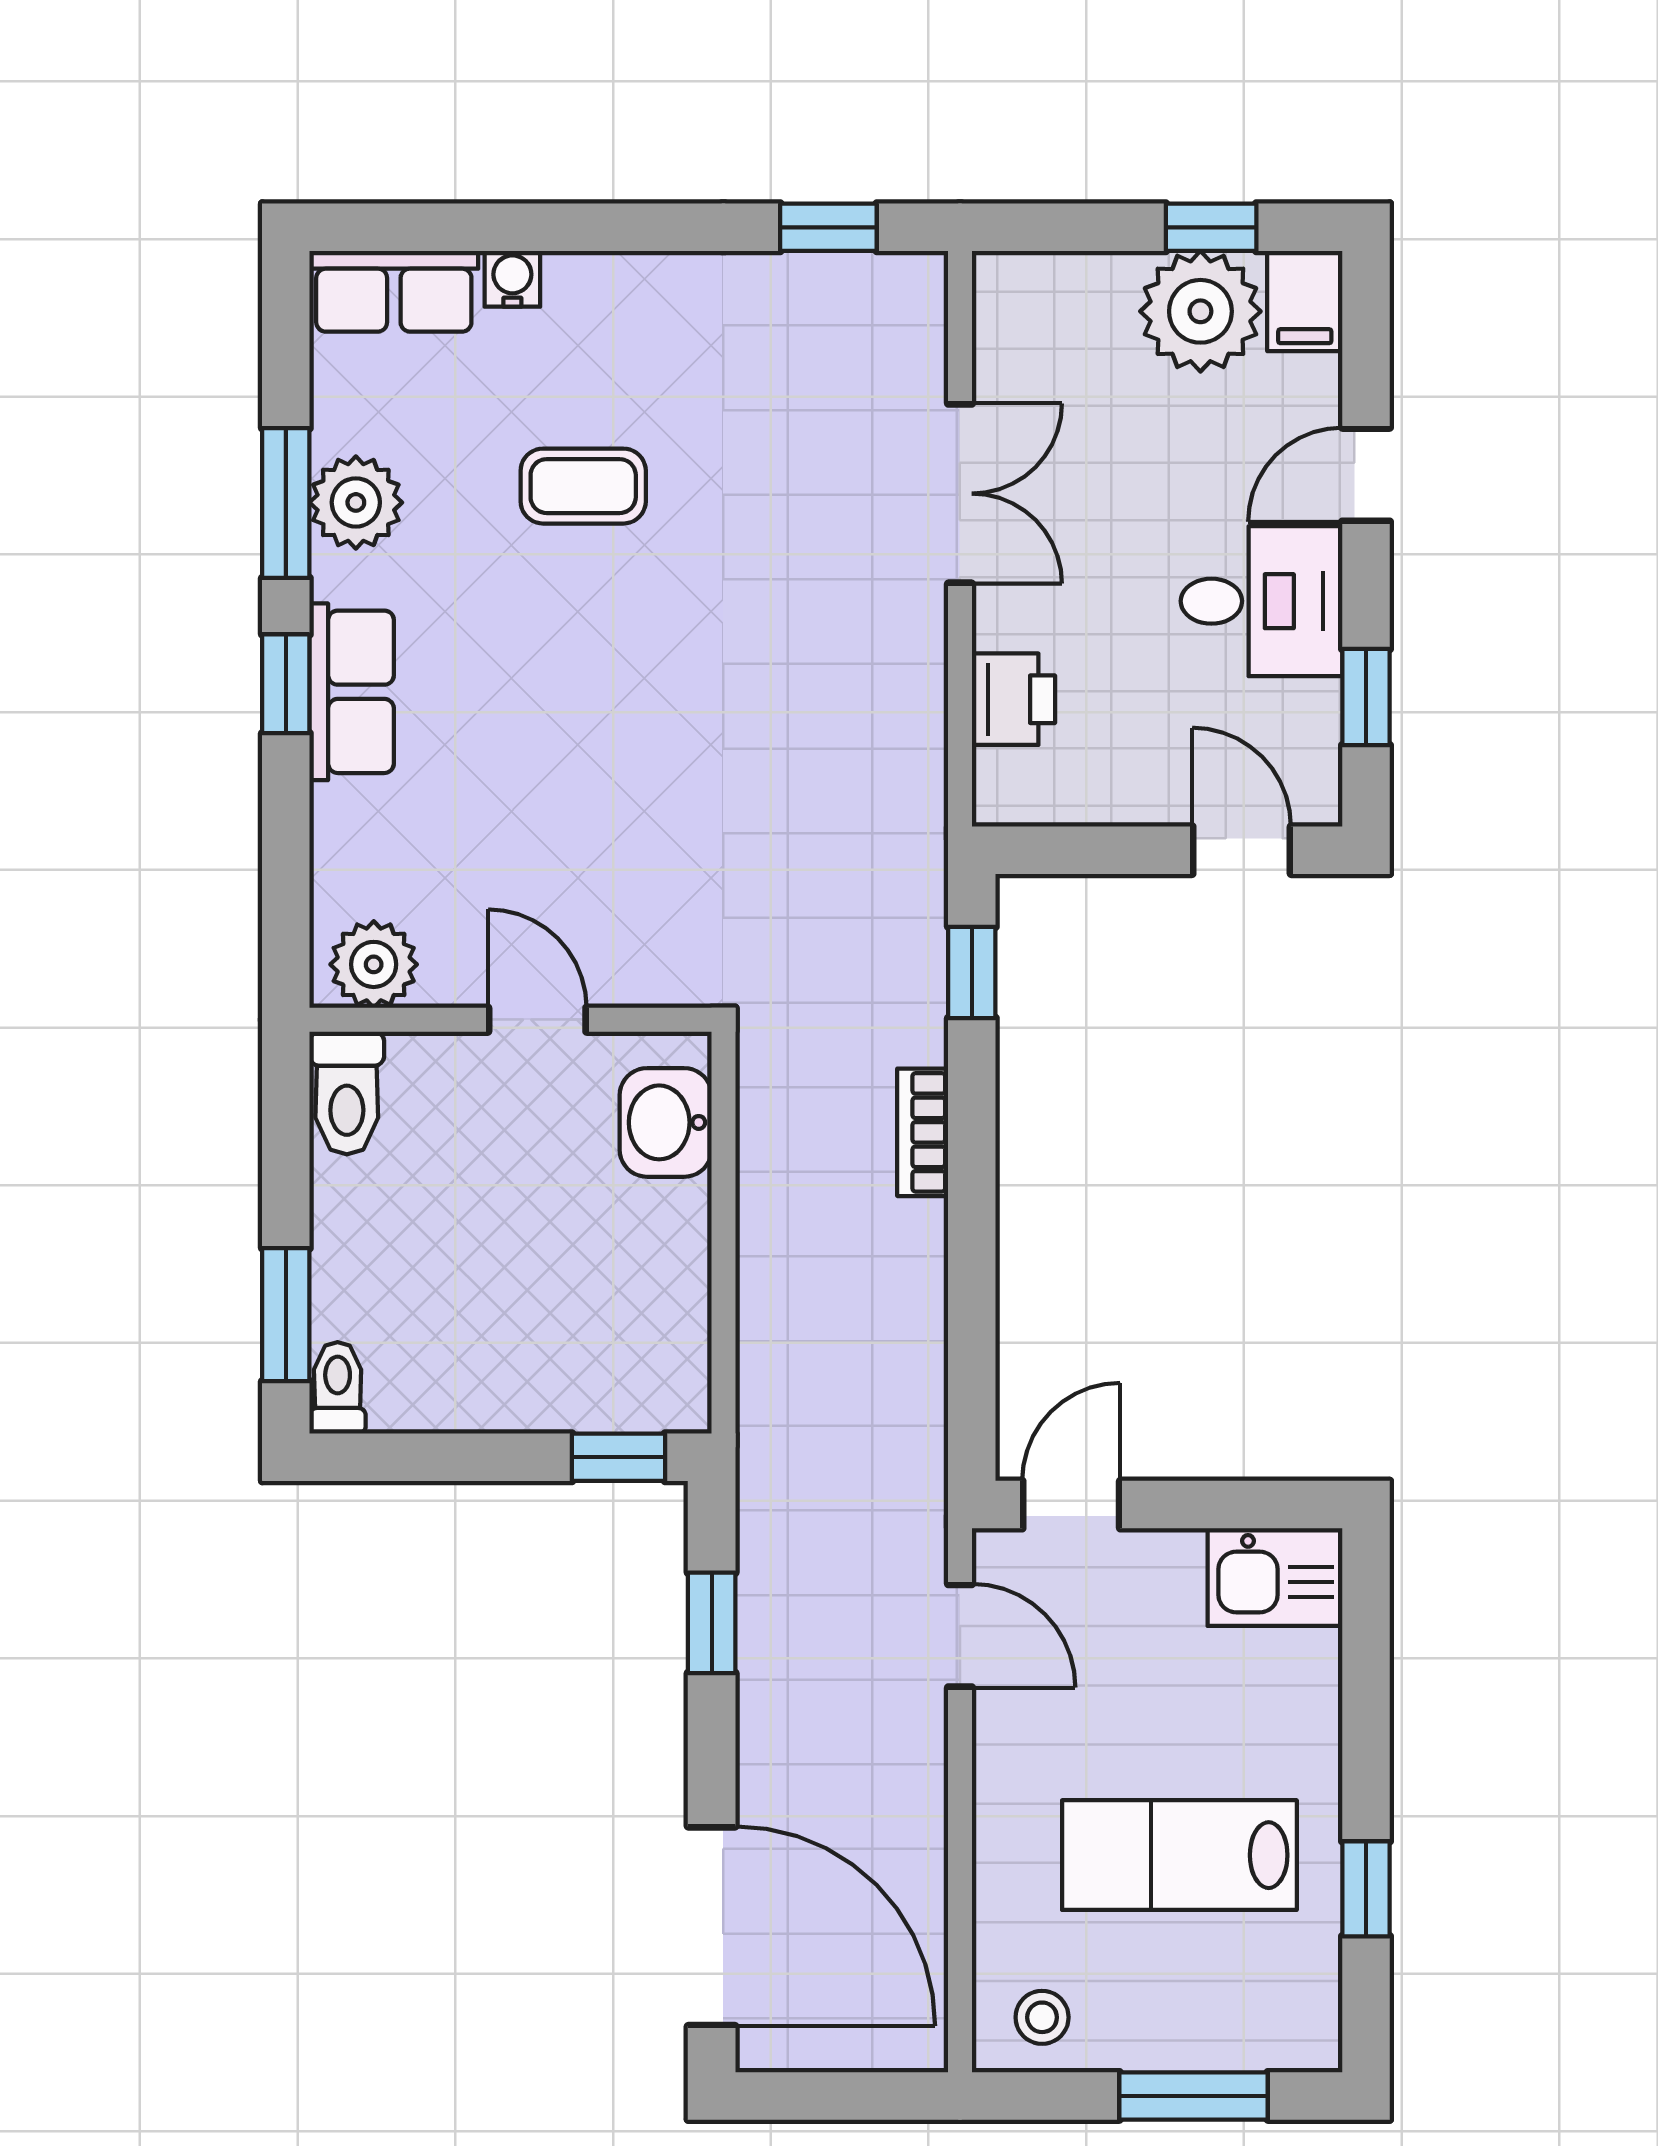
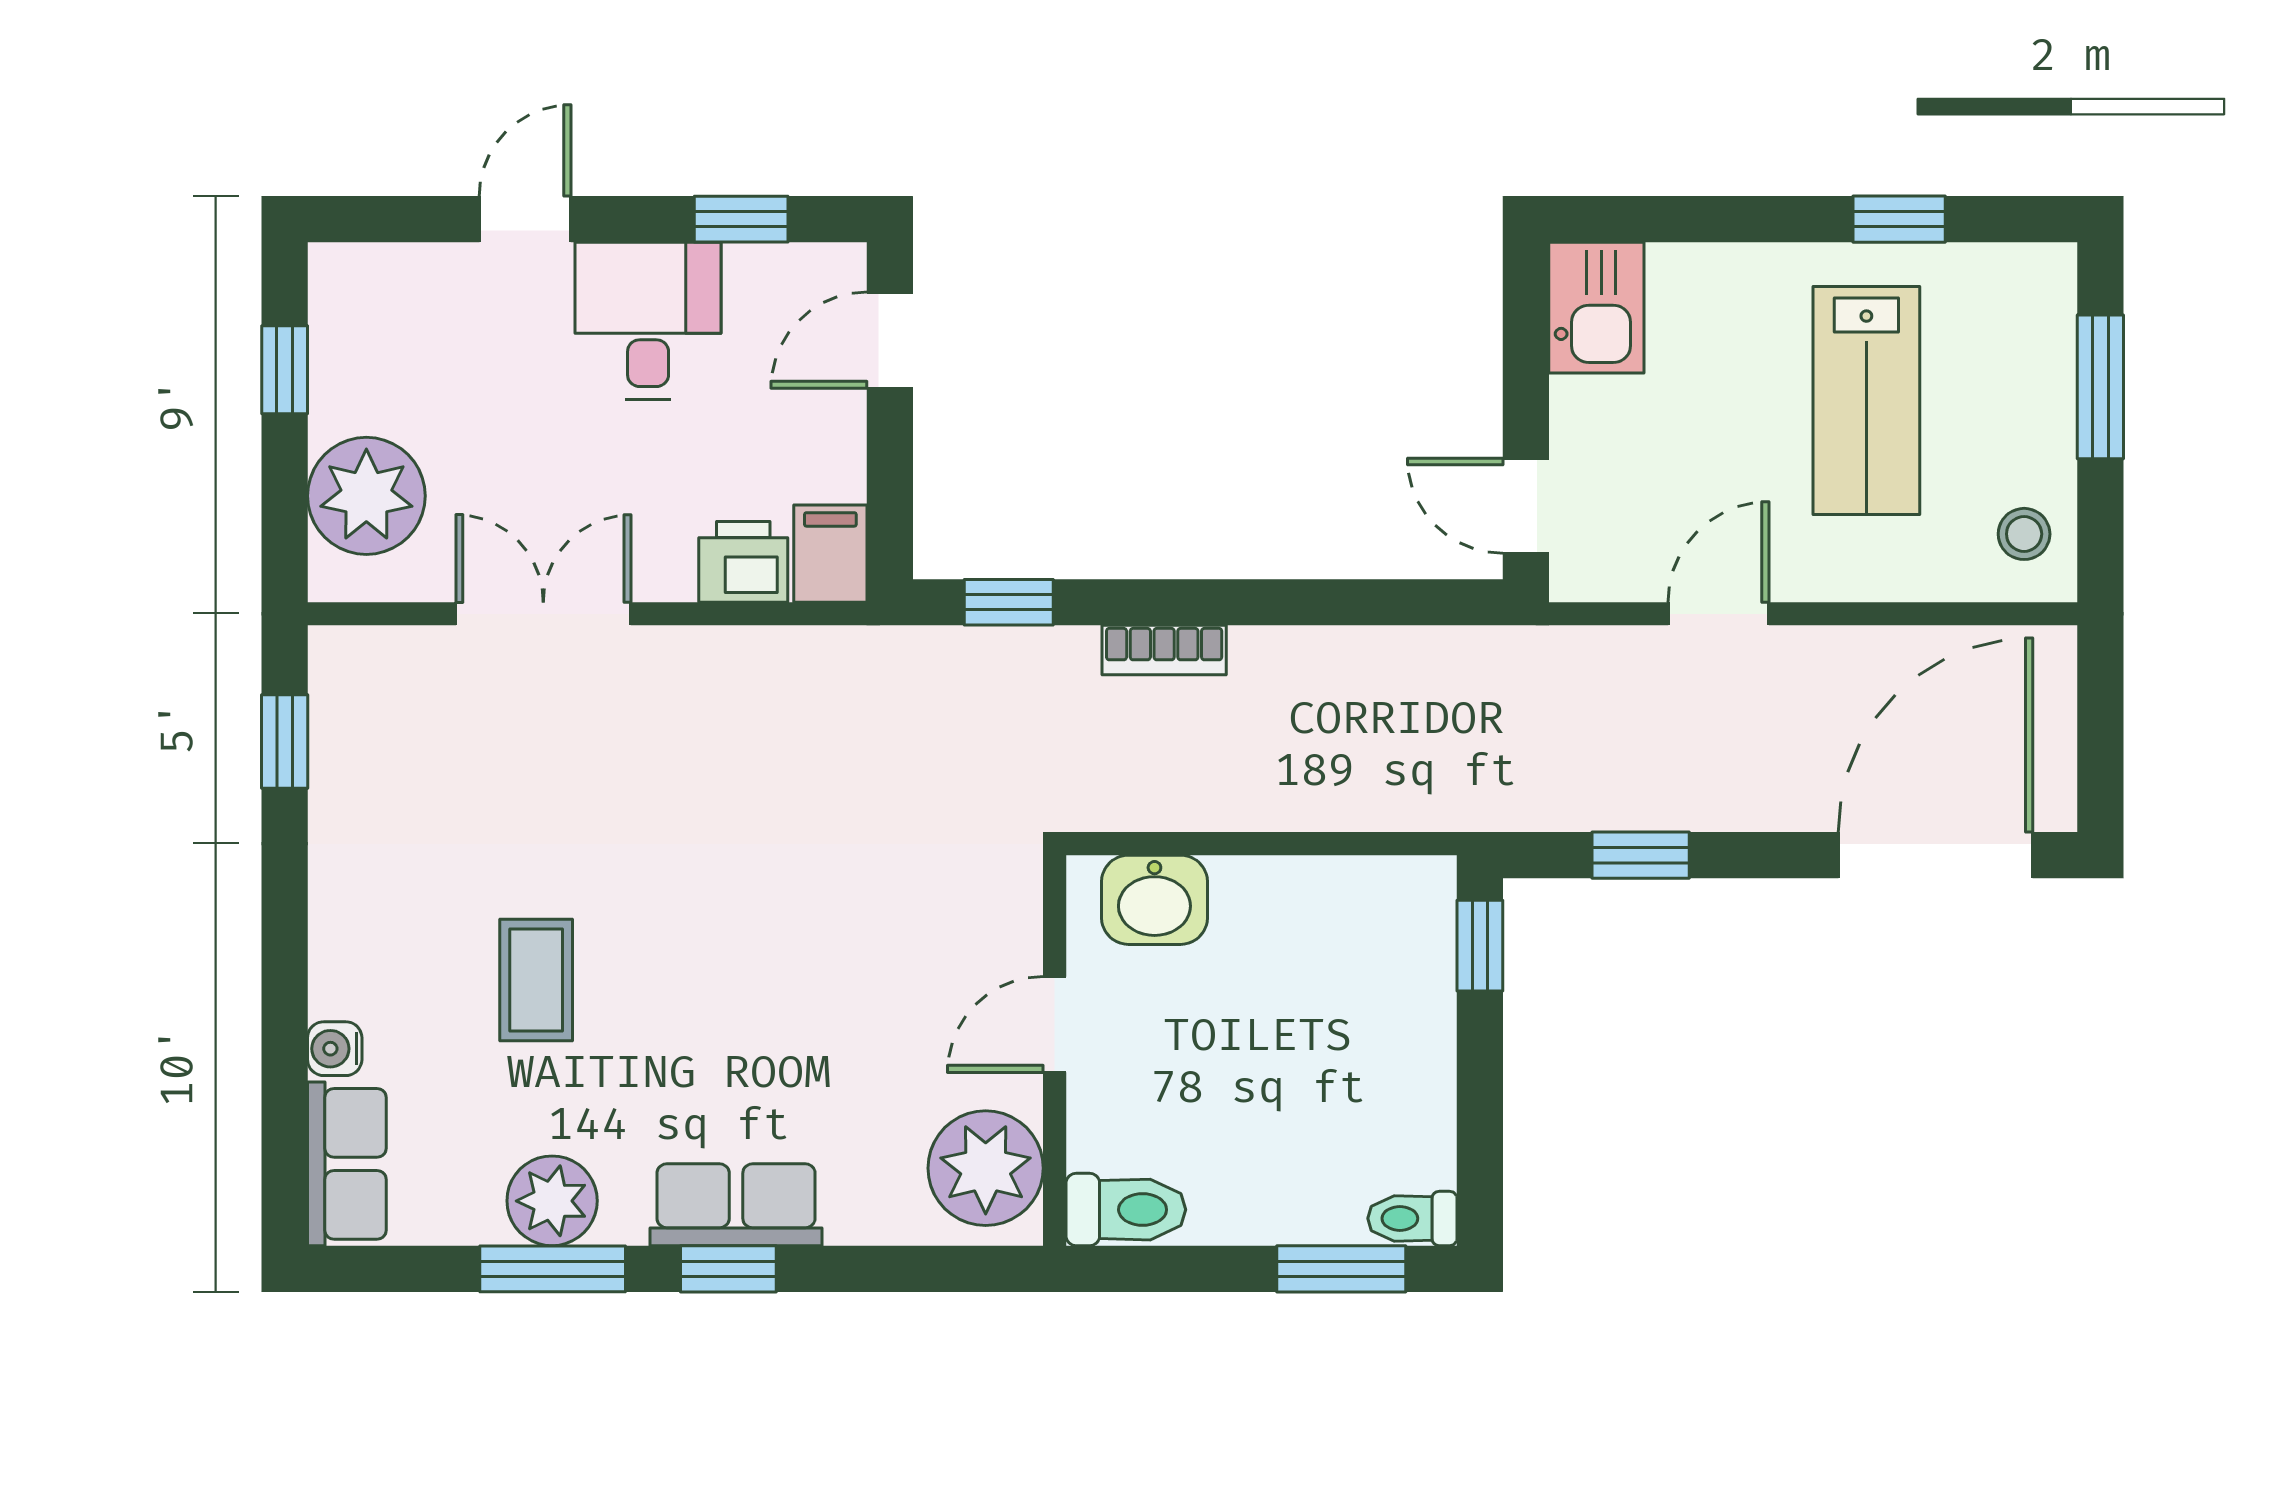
filing cabinet: (1305, 301) -> (830, 554), moved, turned -90
plant: (1200, 311) -> (366, 496), moved
door: (1366, 475) -> (525, 219), swing flipped
plant: (374, 964) -> (986, 1168), width x1.36, depth x1.36
door: (960, 1636) -> (1718, 614), moved

